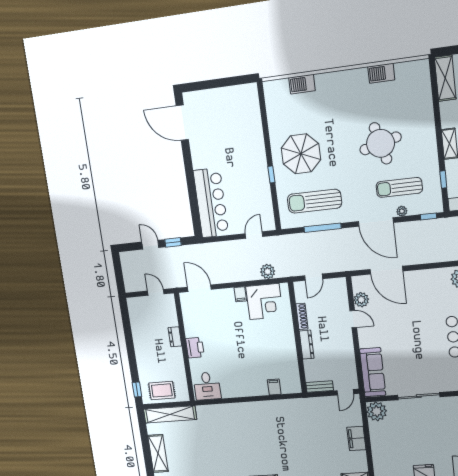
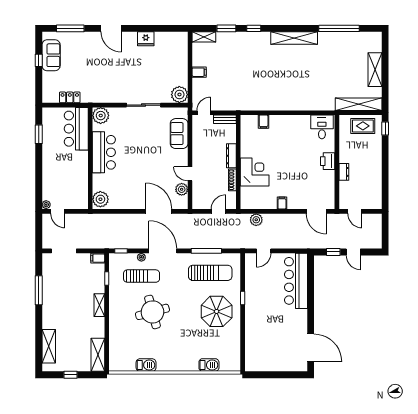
corner desk: (264, 302) -> (255, 172), moved, turned 90
sofa: (373, 372) -> (179, 134), width x0.73
filing cabinet: (356, 438) -> (199, 72), width x0.50

